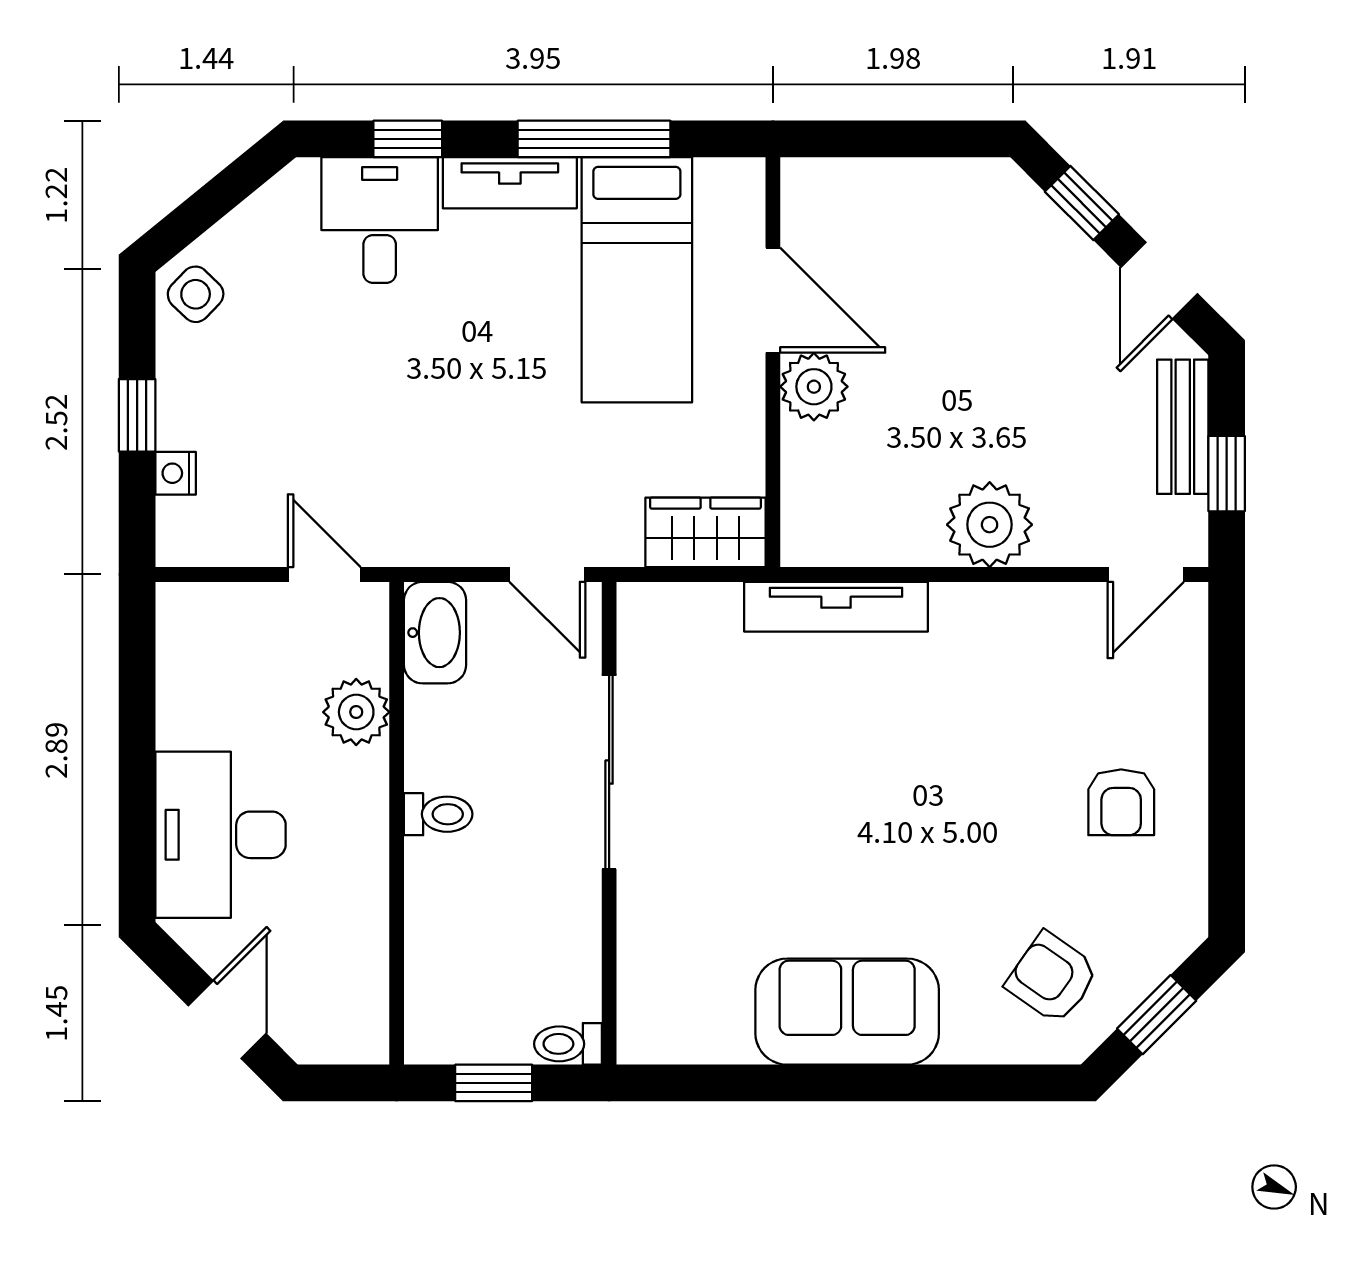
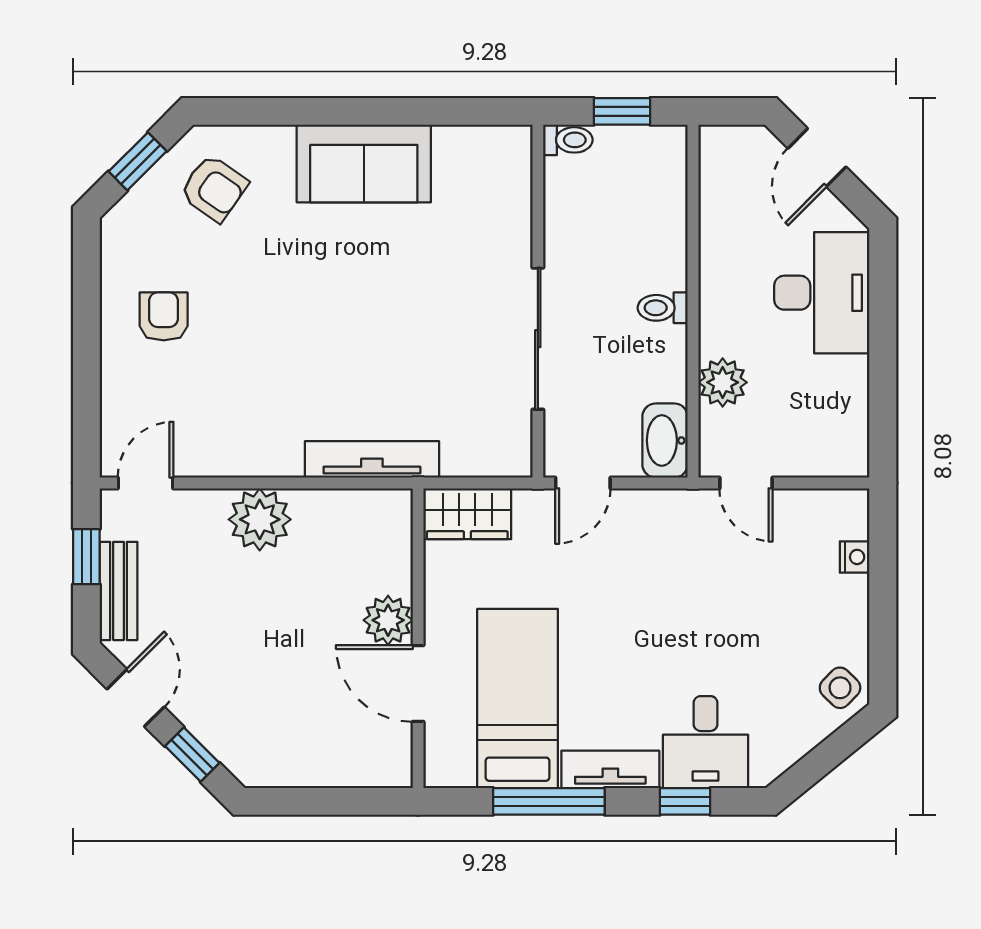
window: (137, 415) -> (883, 599), removed
door: (547, 574) -> (583, 483), swing flipped

